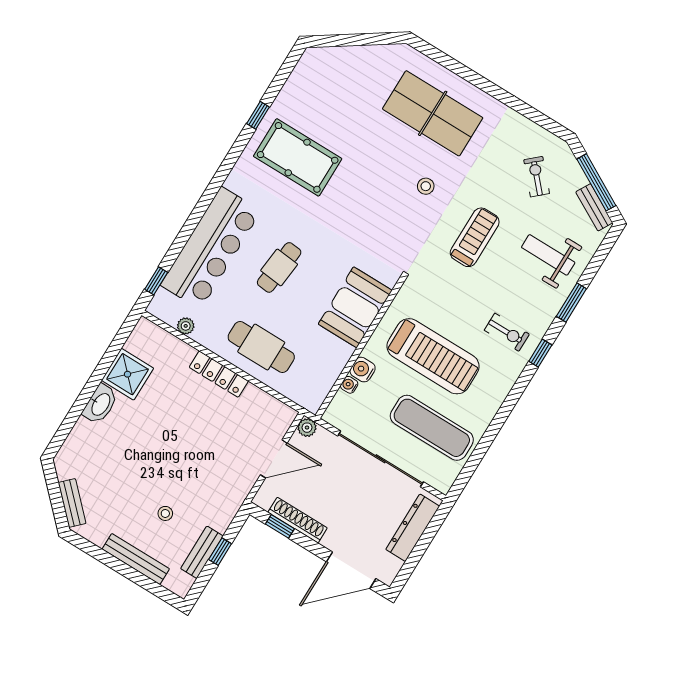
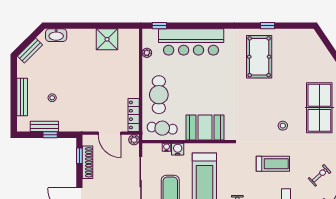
cafe table: (279, 267) -> (162, 128), moved
locker: (219, 374) -> (134, 115), moved
washbasin: (100, 404) -> (56, 35), moved

